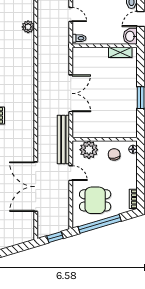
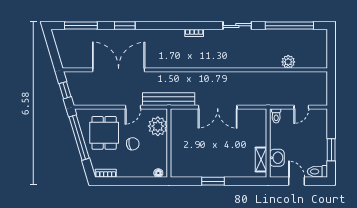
washbasin: (130, 36) -> (277, 158), moved, turned 90
chair: (114, 154) -> (133, 144), moved

